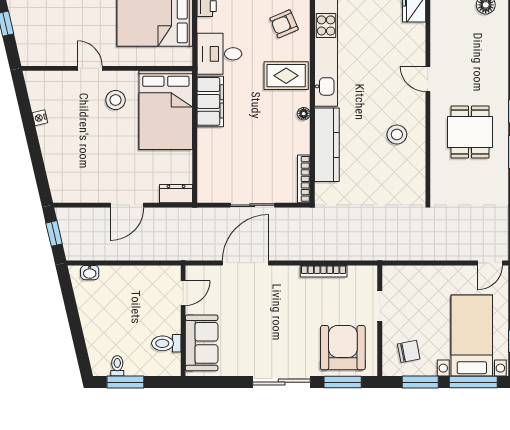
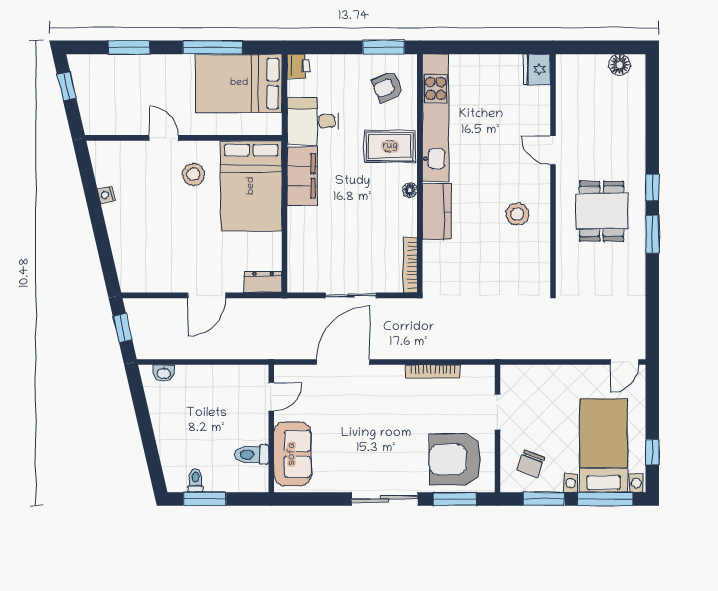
kitchen counter: (327, 145) -> (437, 212), width x0.67
armchair: (343, 348) -> (455, 459), turned -90
chair: (409, 351) -> (531, 464), turned 121

